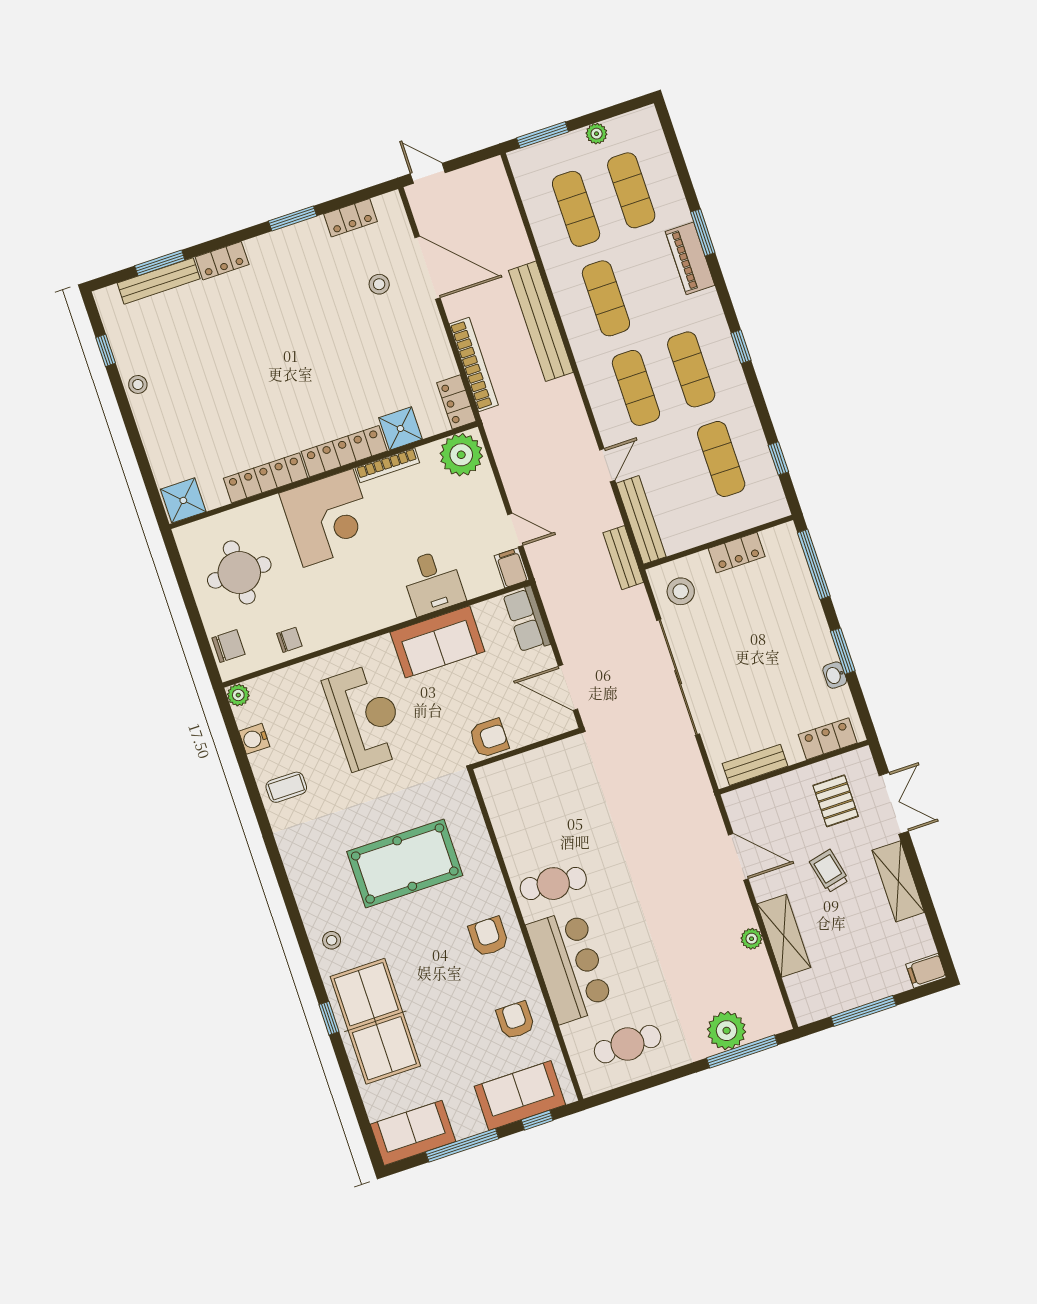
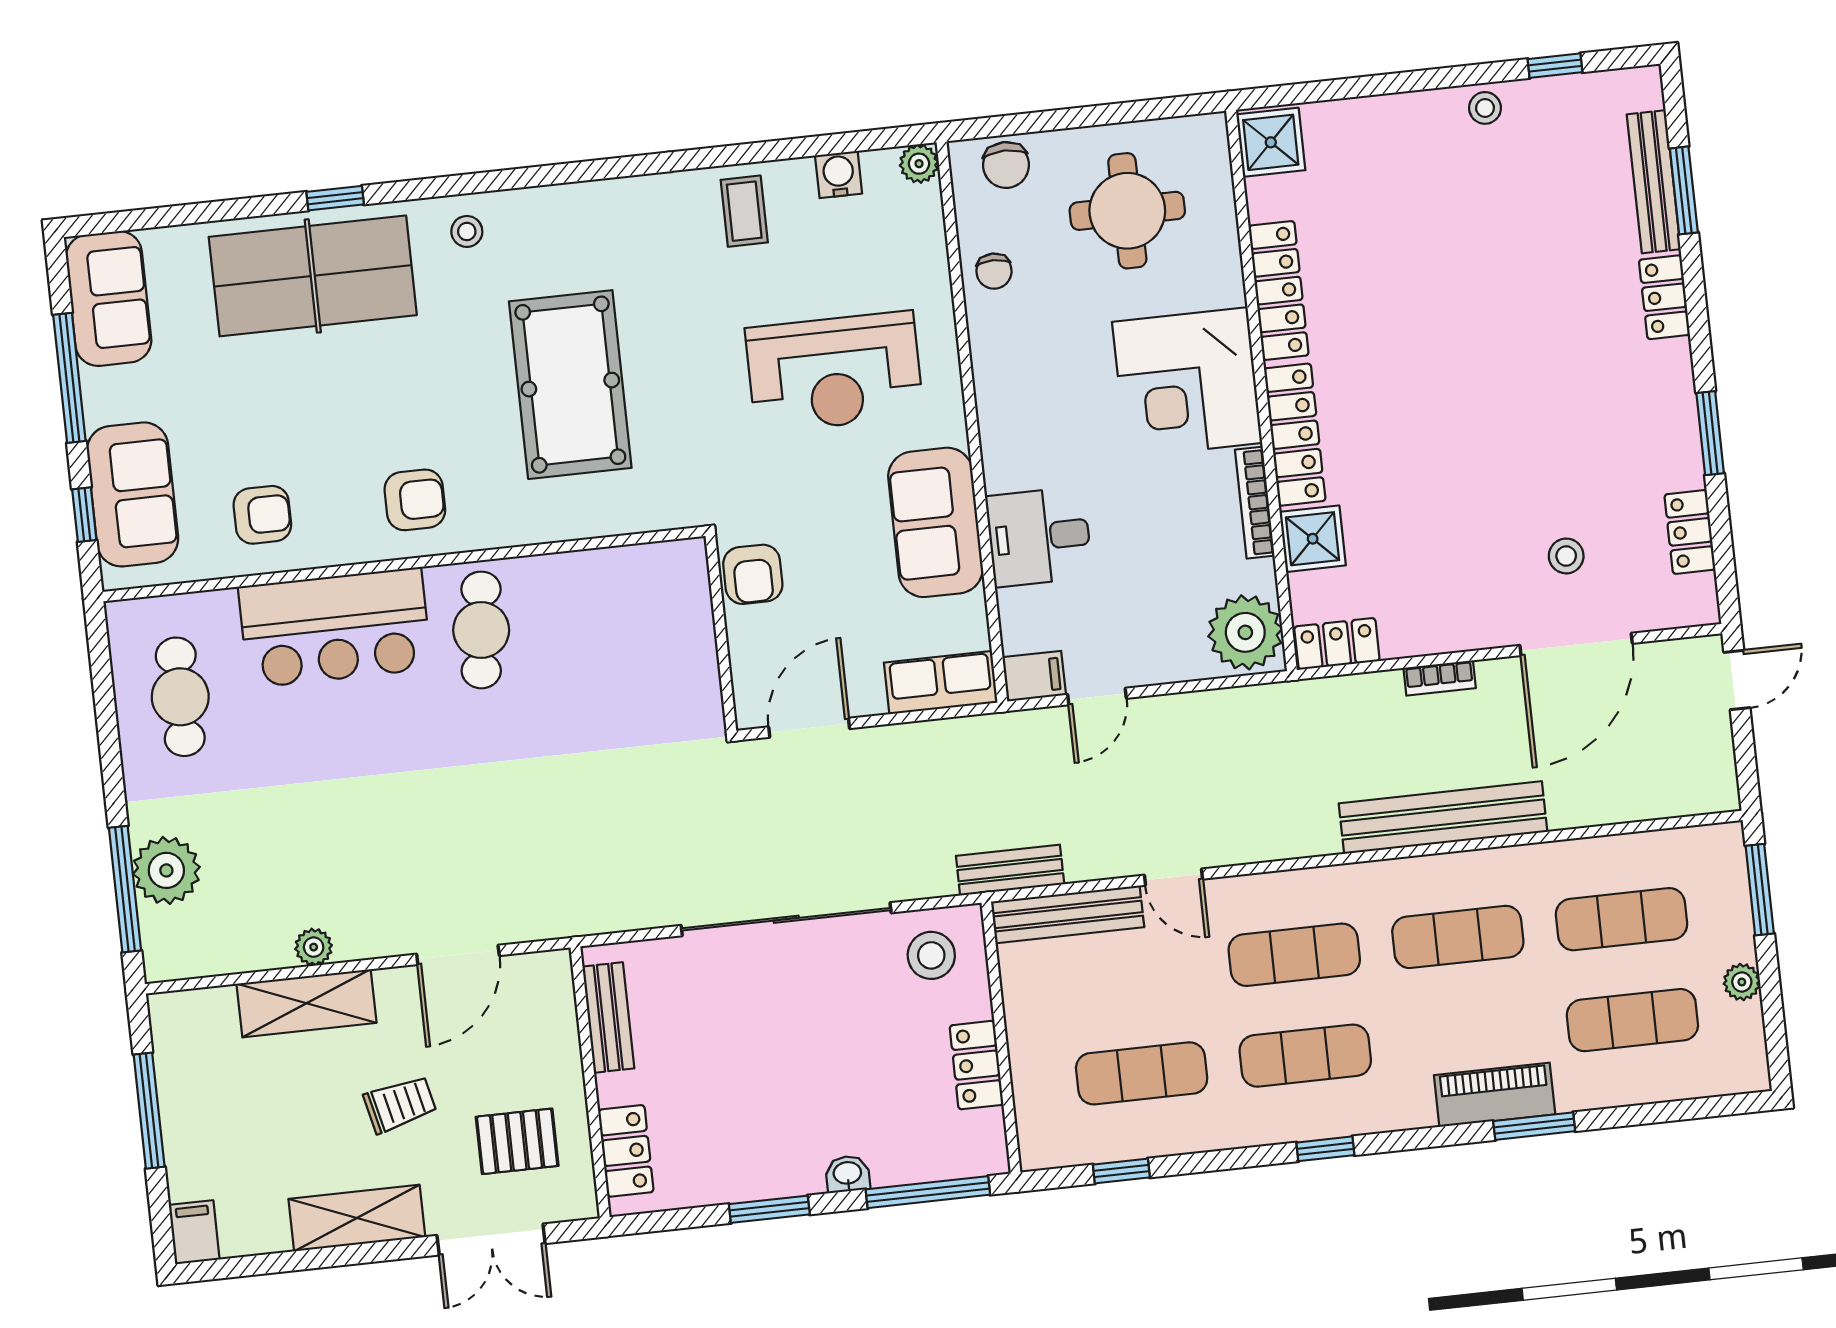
bookcase: (474, 364) -> (1440, 678), width x0.43, depth x0.76
washbasin: (835, 675) -> (847, 1174), moved

